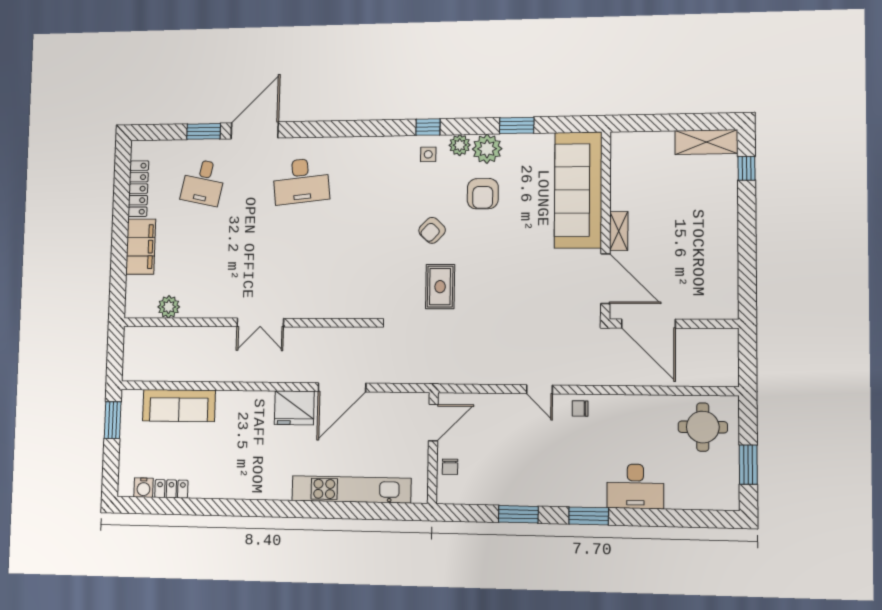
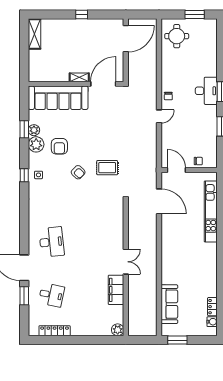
plant: (460, 145) -> (34, 130), moved
window: (746, 168) -> (82, 14), moved
armchair: (483, 194) -> (59, 146), turned 90
filing cabinet: (141, 247) -> (116, 290), moved, turned -90
plant: (169, 307) -> (118, 330), moved
door: (648, 324) -> (126, 39), moved
door: (342, 387) -> (159, 201), moved
fridge: (294, 408) -> (170, 242), removed
desk: (635, 486) -> (206, 91), moved

